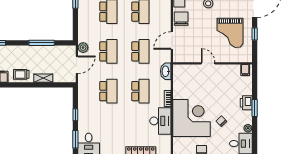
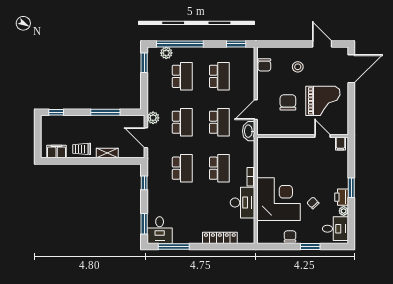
chair: (181, 19) -> (288, 102), moved
grand piano: (230, 33) -> (323, 101), turned -90
window: (255, 34) -> (351, 102), removed
door: (208, 63) -> (323, 136), moved
door: (77, 65) -> (146, 138), swing flipped
washbasin: (166, 71) -> (249, 131), moved
printer: (246, 103) -> (342, 197), moved
window: (75, 115) -> (144, 183), moved

